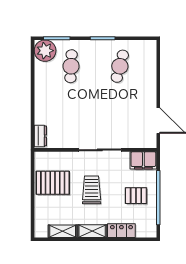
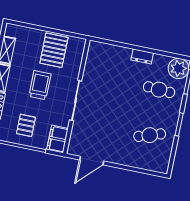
cafe table: (120, 66) -> (150, 135), turned -33
dresser: (40, 136) -> (142, 56), moved
trolley: (92, 190) -> (40, 85), turned -90

